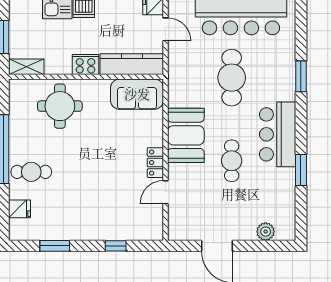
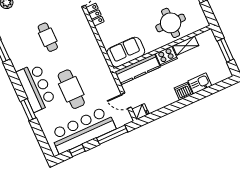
shelving: (26, 67) -> (186, 46), moved
bar counter: (278, 134) -> (36, 87), moved
booth: (186, 135) -> (84, 40), removed

